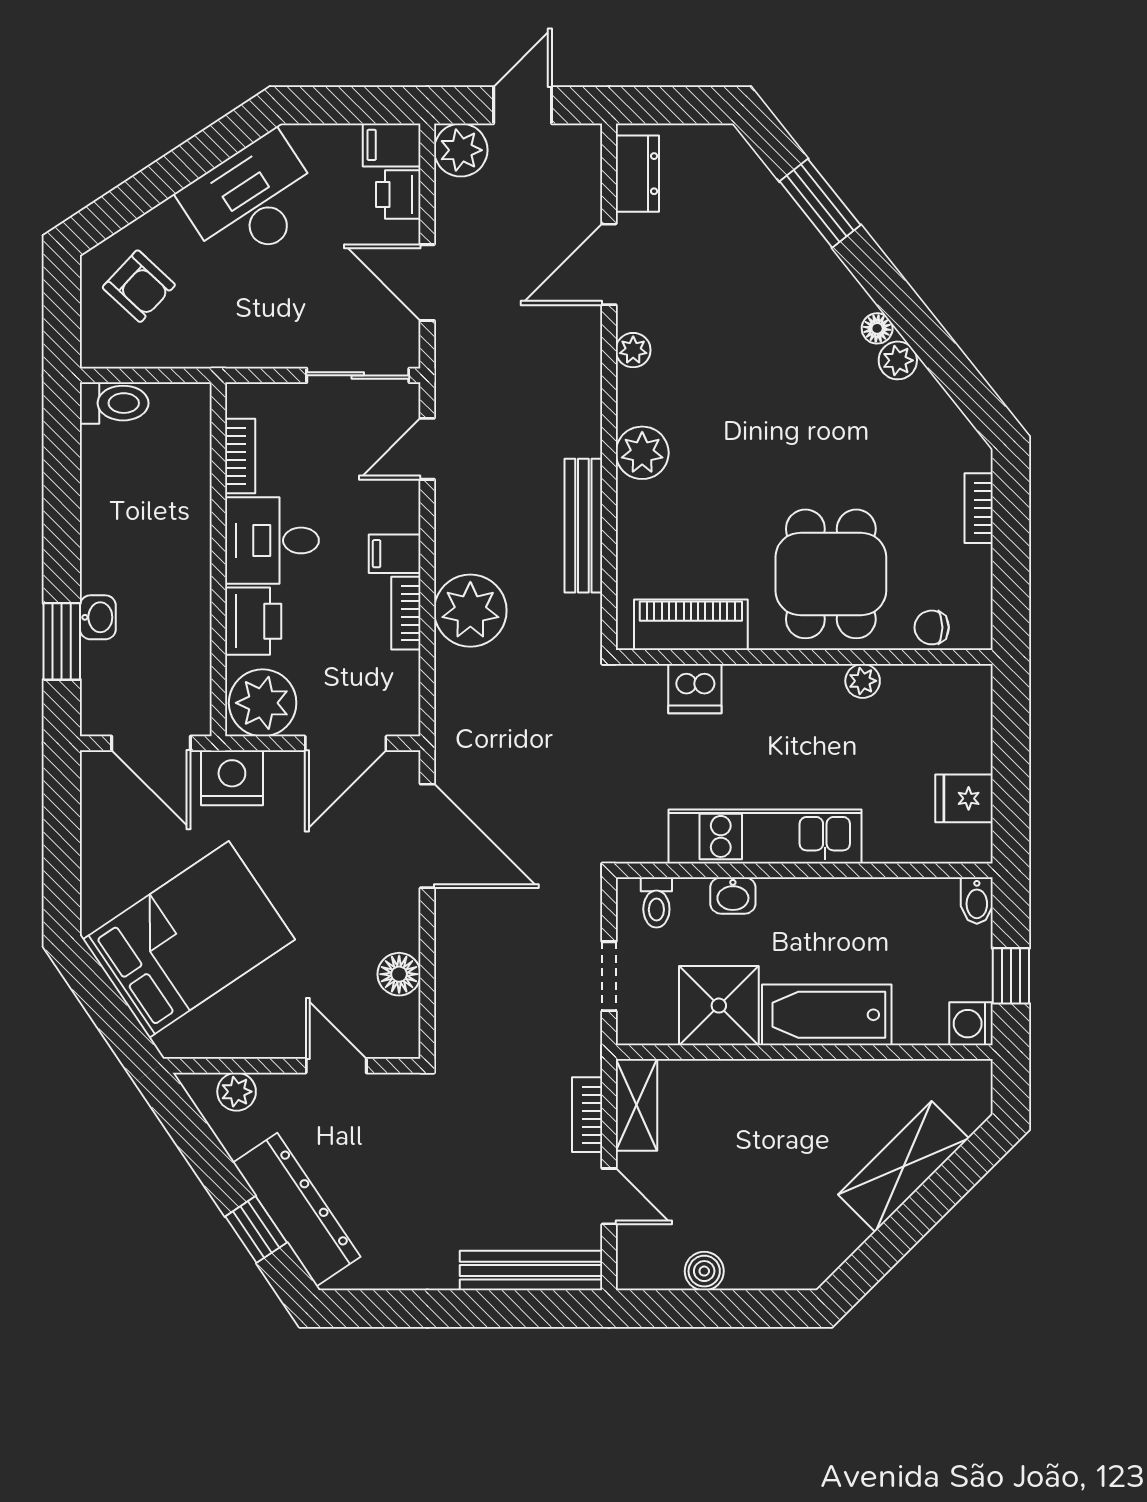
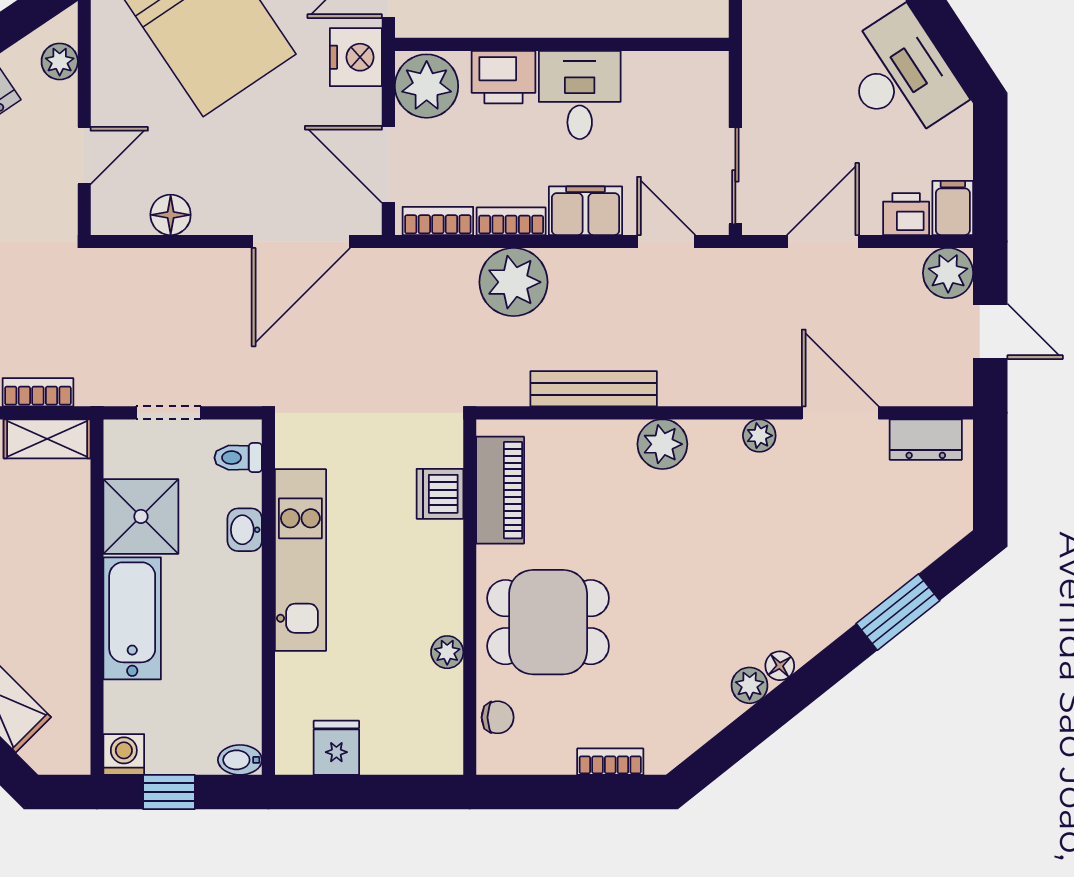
bookcase: (240, 456) -> (438, 221), moved, turned 180
filing cabinet: (395, 554) -> (586, 211), width x2.00
chair: (932, 627) -> (498, 717), turned 90

